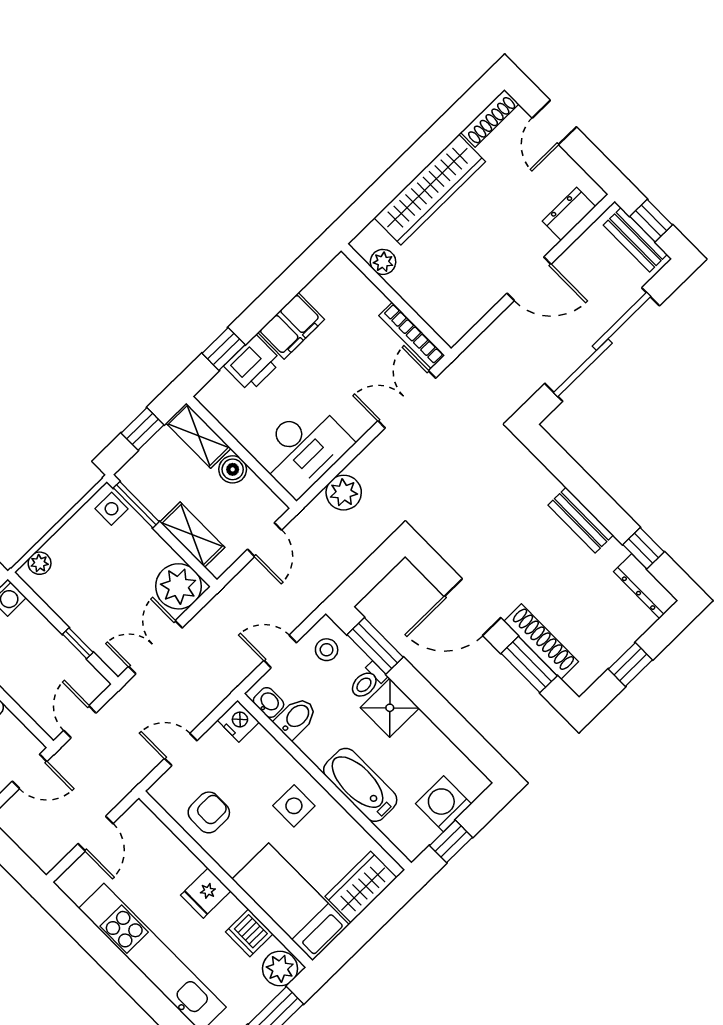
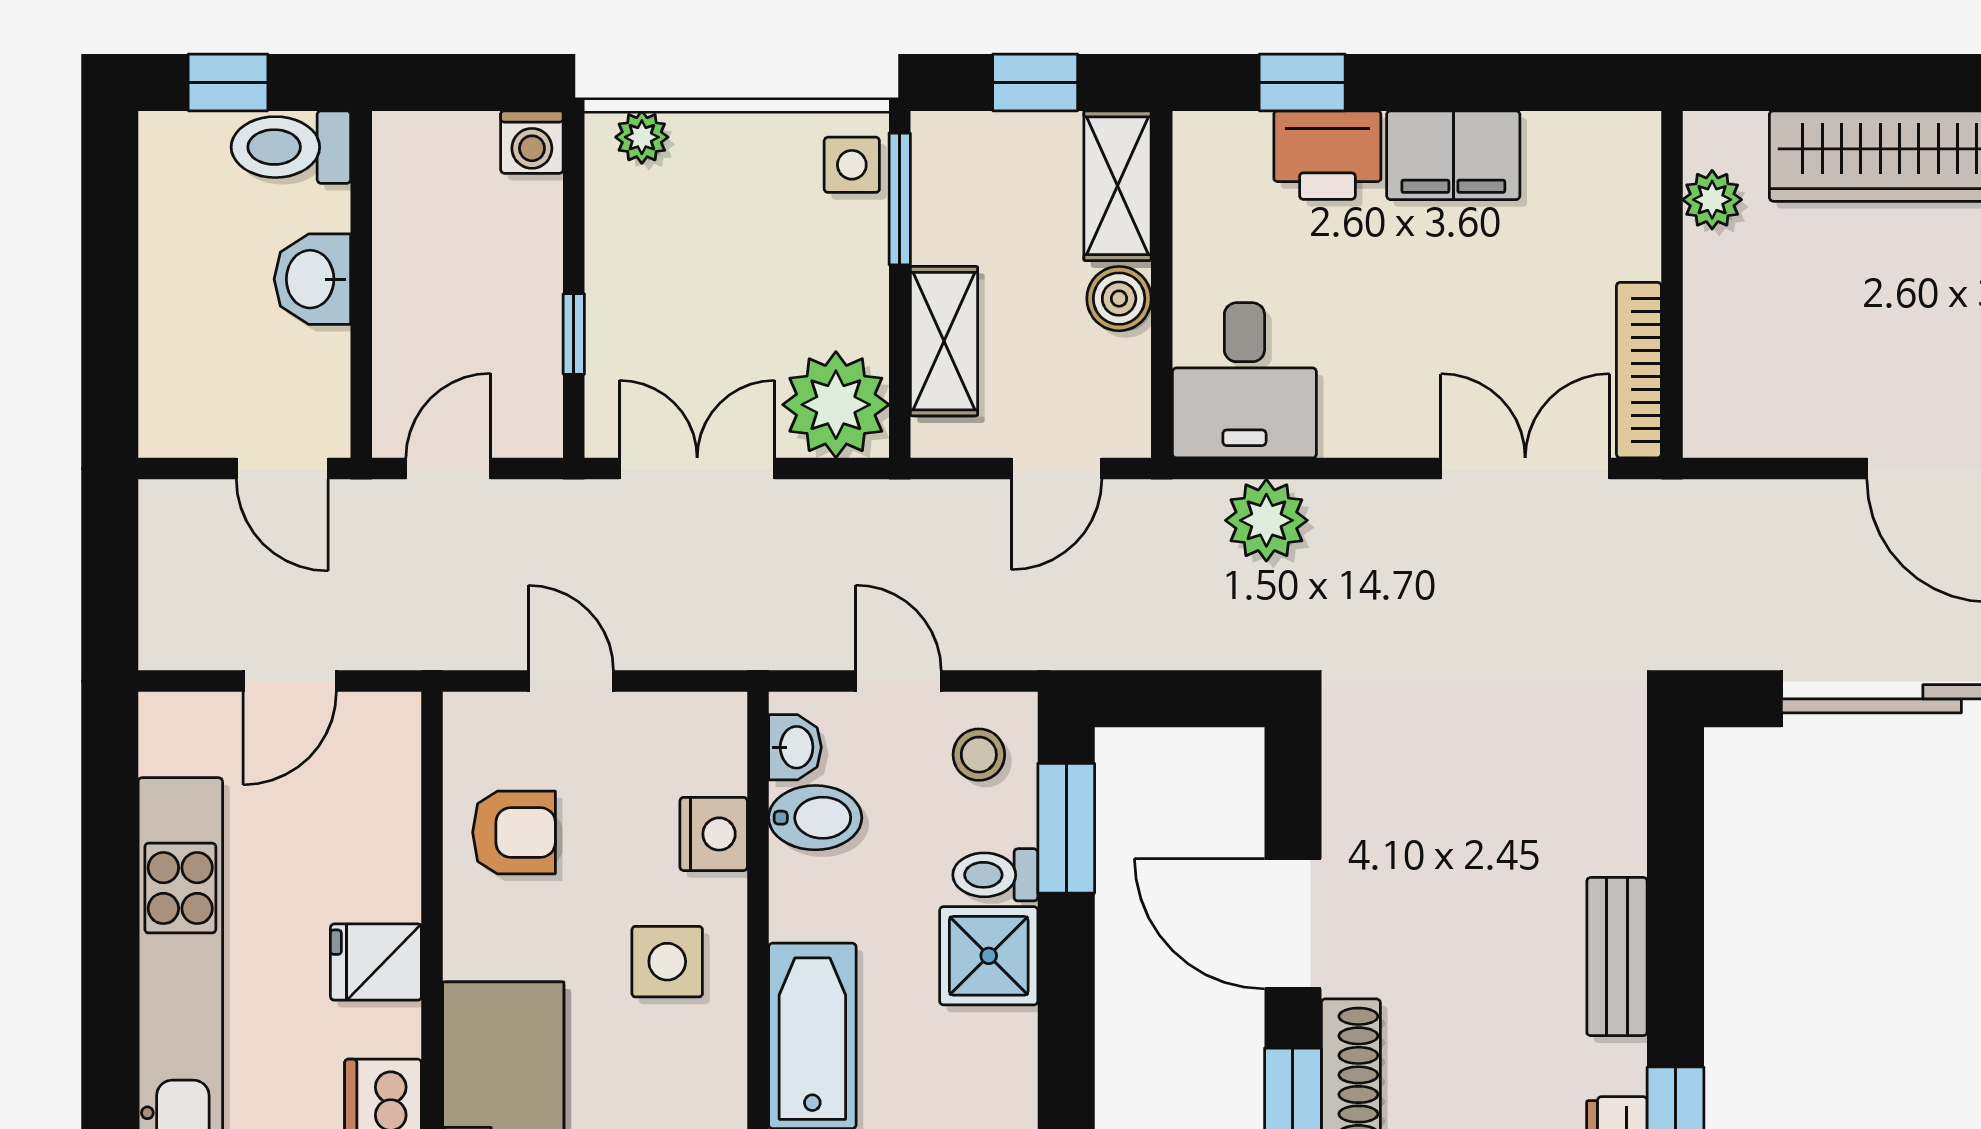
desk: (303, 449) -> (1244, 380), width x0.73
nightstand: (238, 721) -> (714, 834), moved

